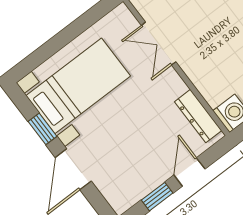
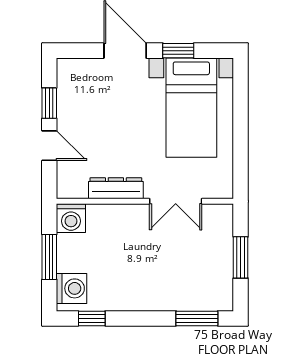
double door: (159, 44) -> (176, 201), swing flipped
dresser: (198, 116) -> (116, 188), moved

